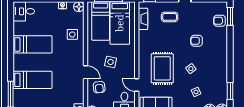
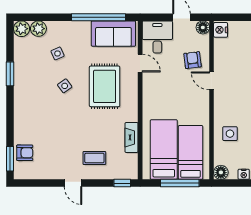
fireplace: (143, 19) -> (132, 137), moved
armchair: (197, 41) -> (57, 125), removed
side table: (111, 62) -> (177, 95), removed
window: (230, 91) -> (10, 74), moved

